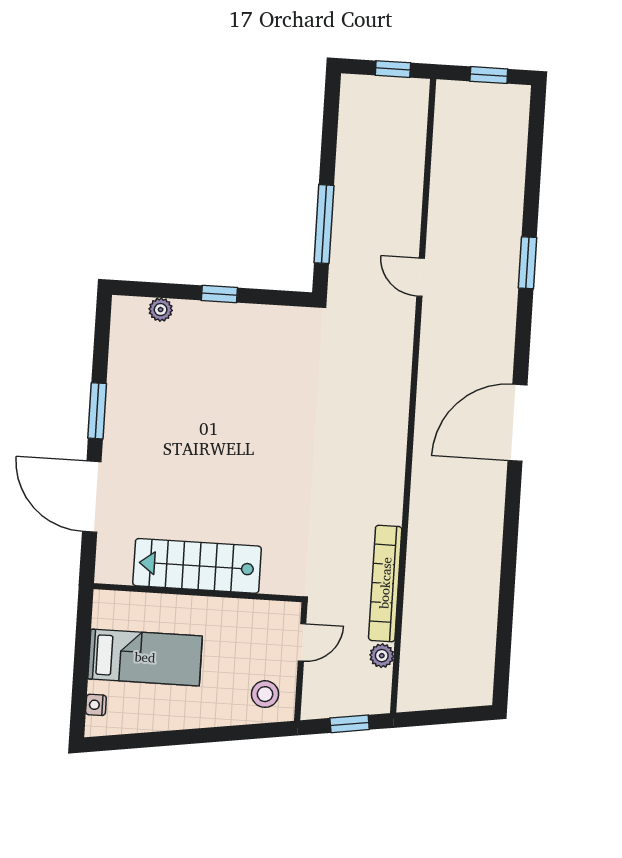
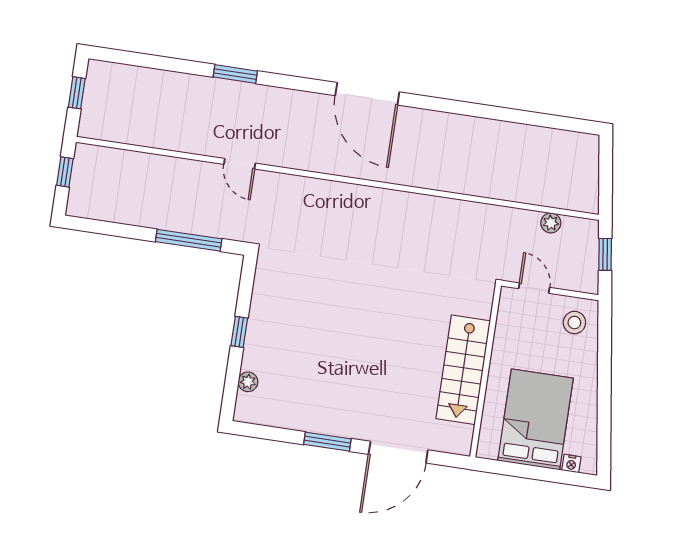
door: (421, 277) -> (240, 164), hinge flipped
bookcase: (385, 583) -> (491, 215), removed
bed: (145, 657) -> (536, 419), width x1.50

